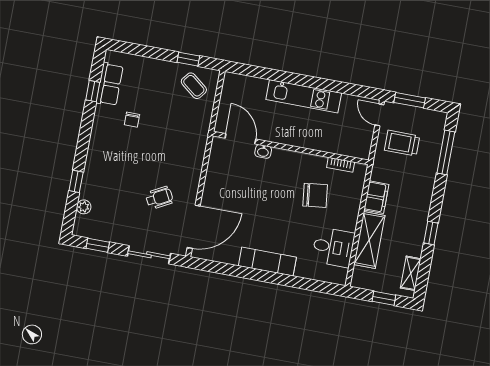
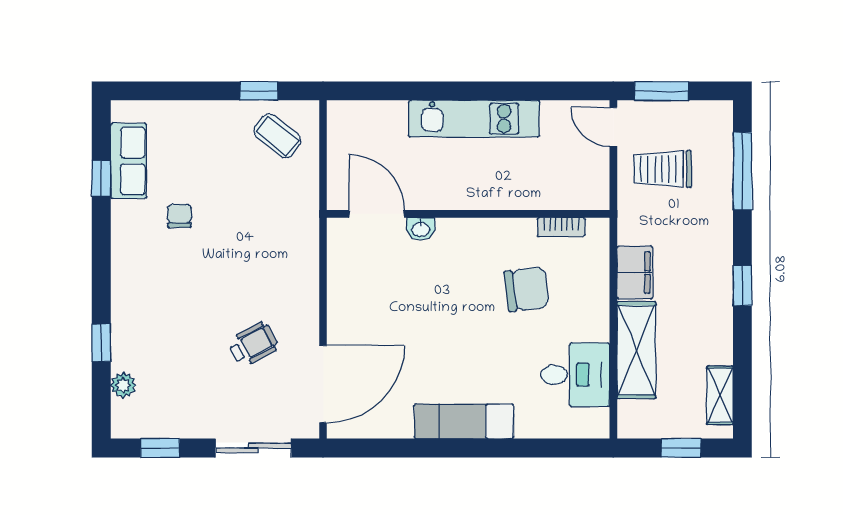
chair: (132, 120) -> (179, 216), turned 180
window: (431, 233) -> (742, 286), moved

